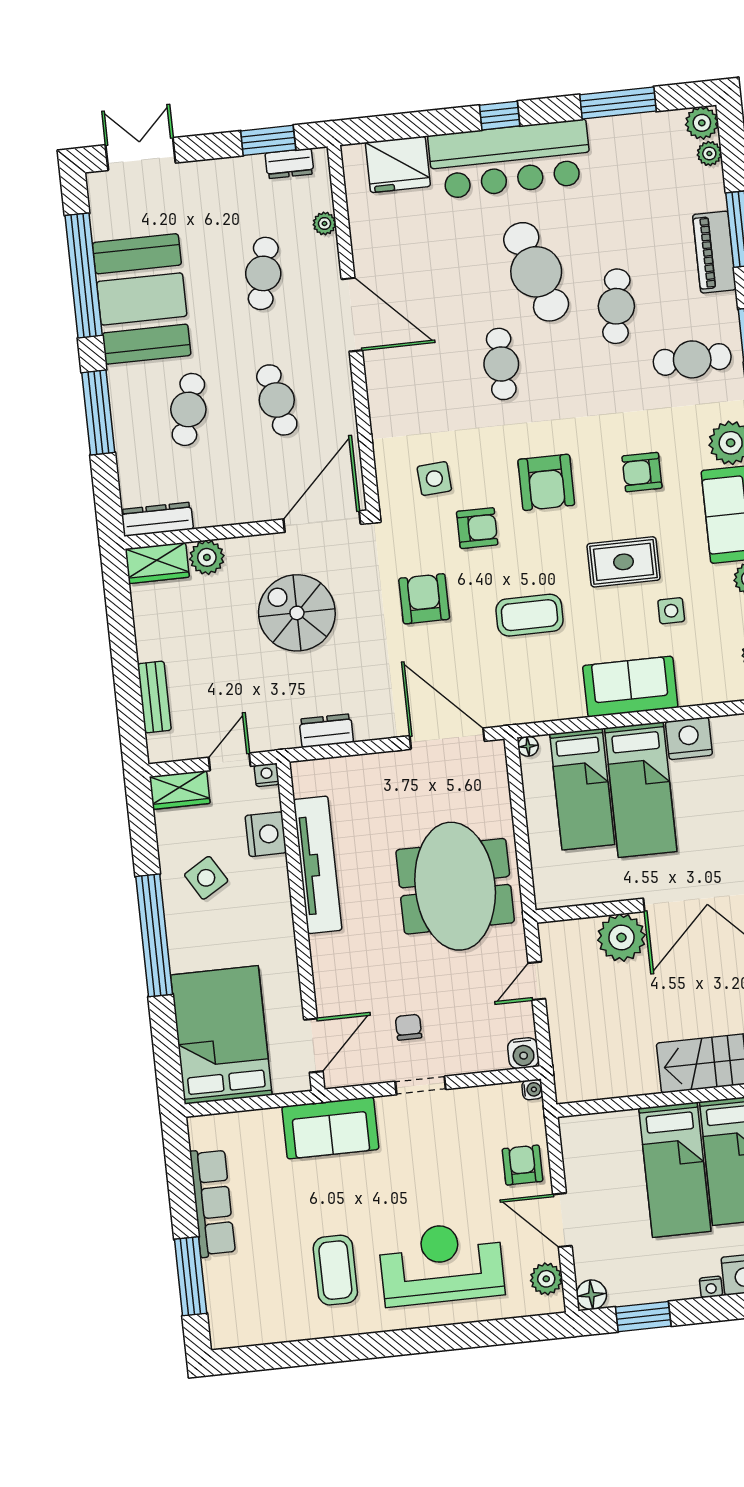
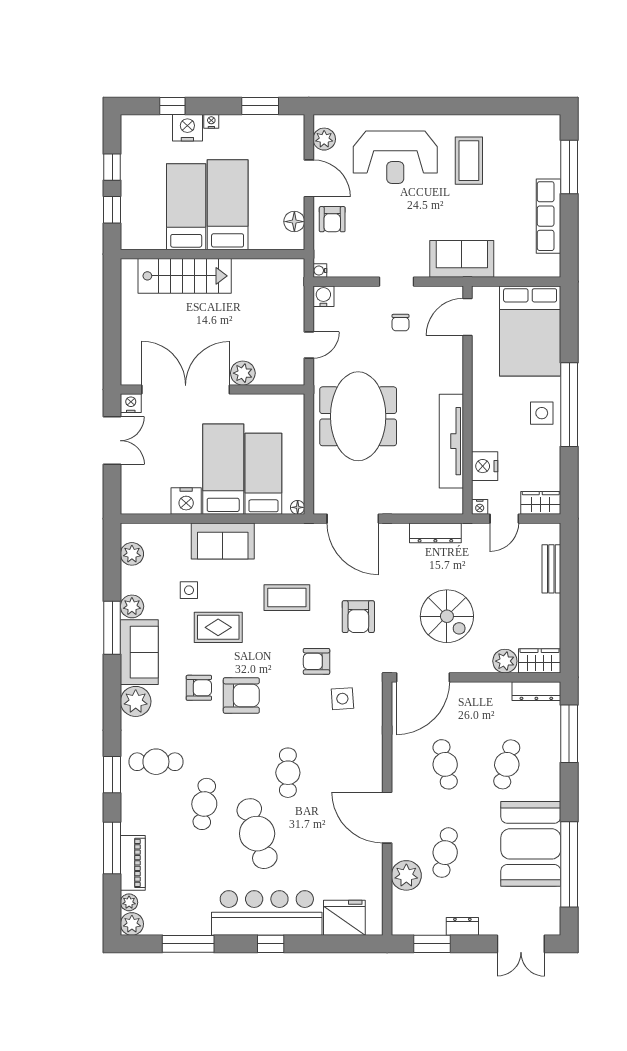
dresser: (289, 164) -> (462, 926), moved
plant: (324, 224) -> (406, 875), width x1.88, depth x1.88
piano: (714, 252) -> (133, 863), moved
window: (98, 412) -> (569, 734), moved
armchair: (546, 482) -> (241, 695), moved, turned 90
dresser: (326, 731) -> (435, 533), width x1.44
side table: (206, 878) -> (542, 413), moved, turned 31
plant: (621, 938) -> (243, 373), width x0.73, depth x0.73
floor lamp: (591, 1295) -> (294, 222), moved

